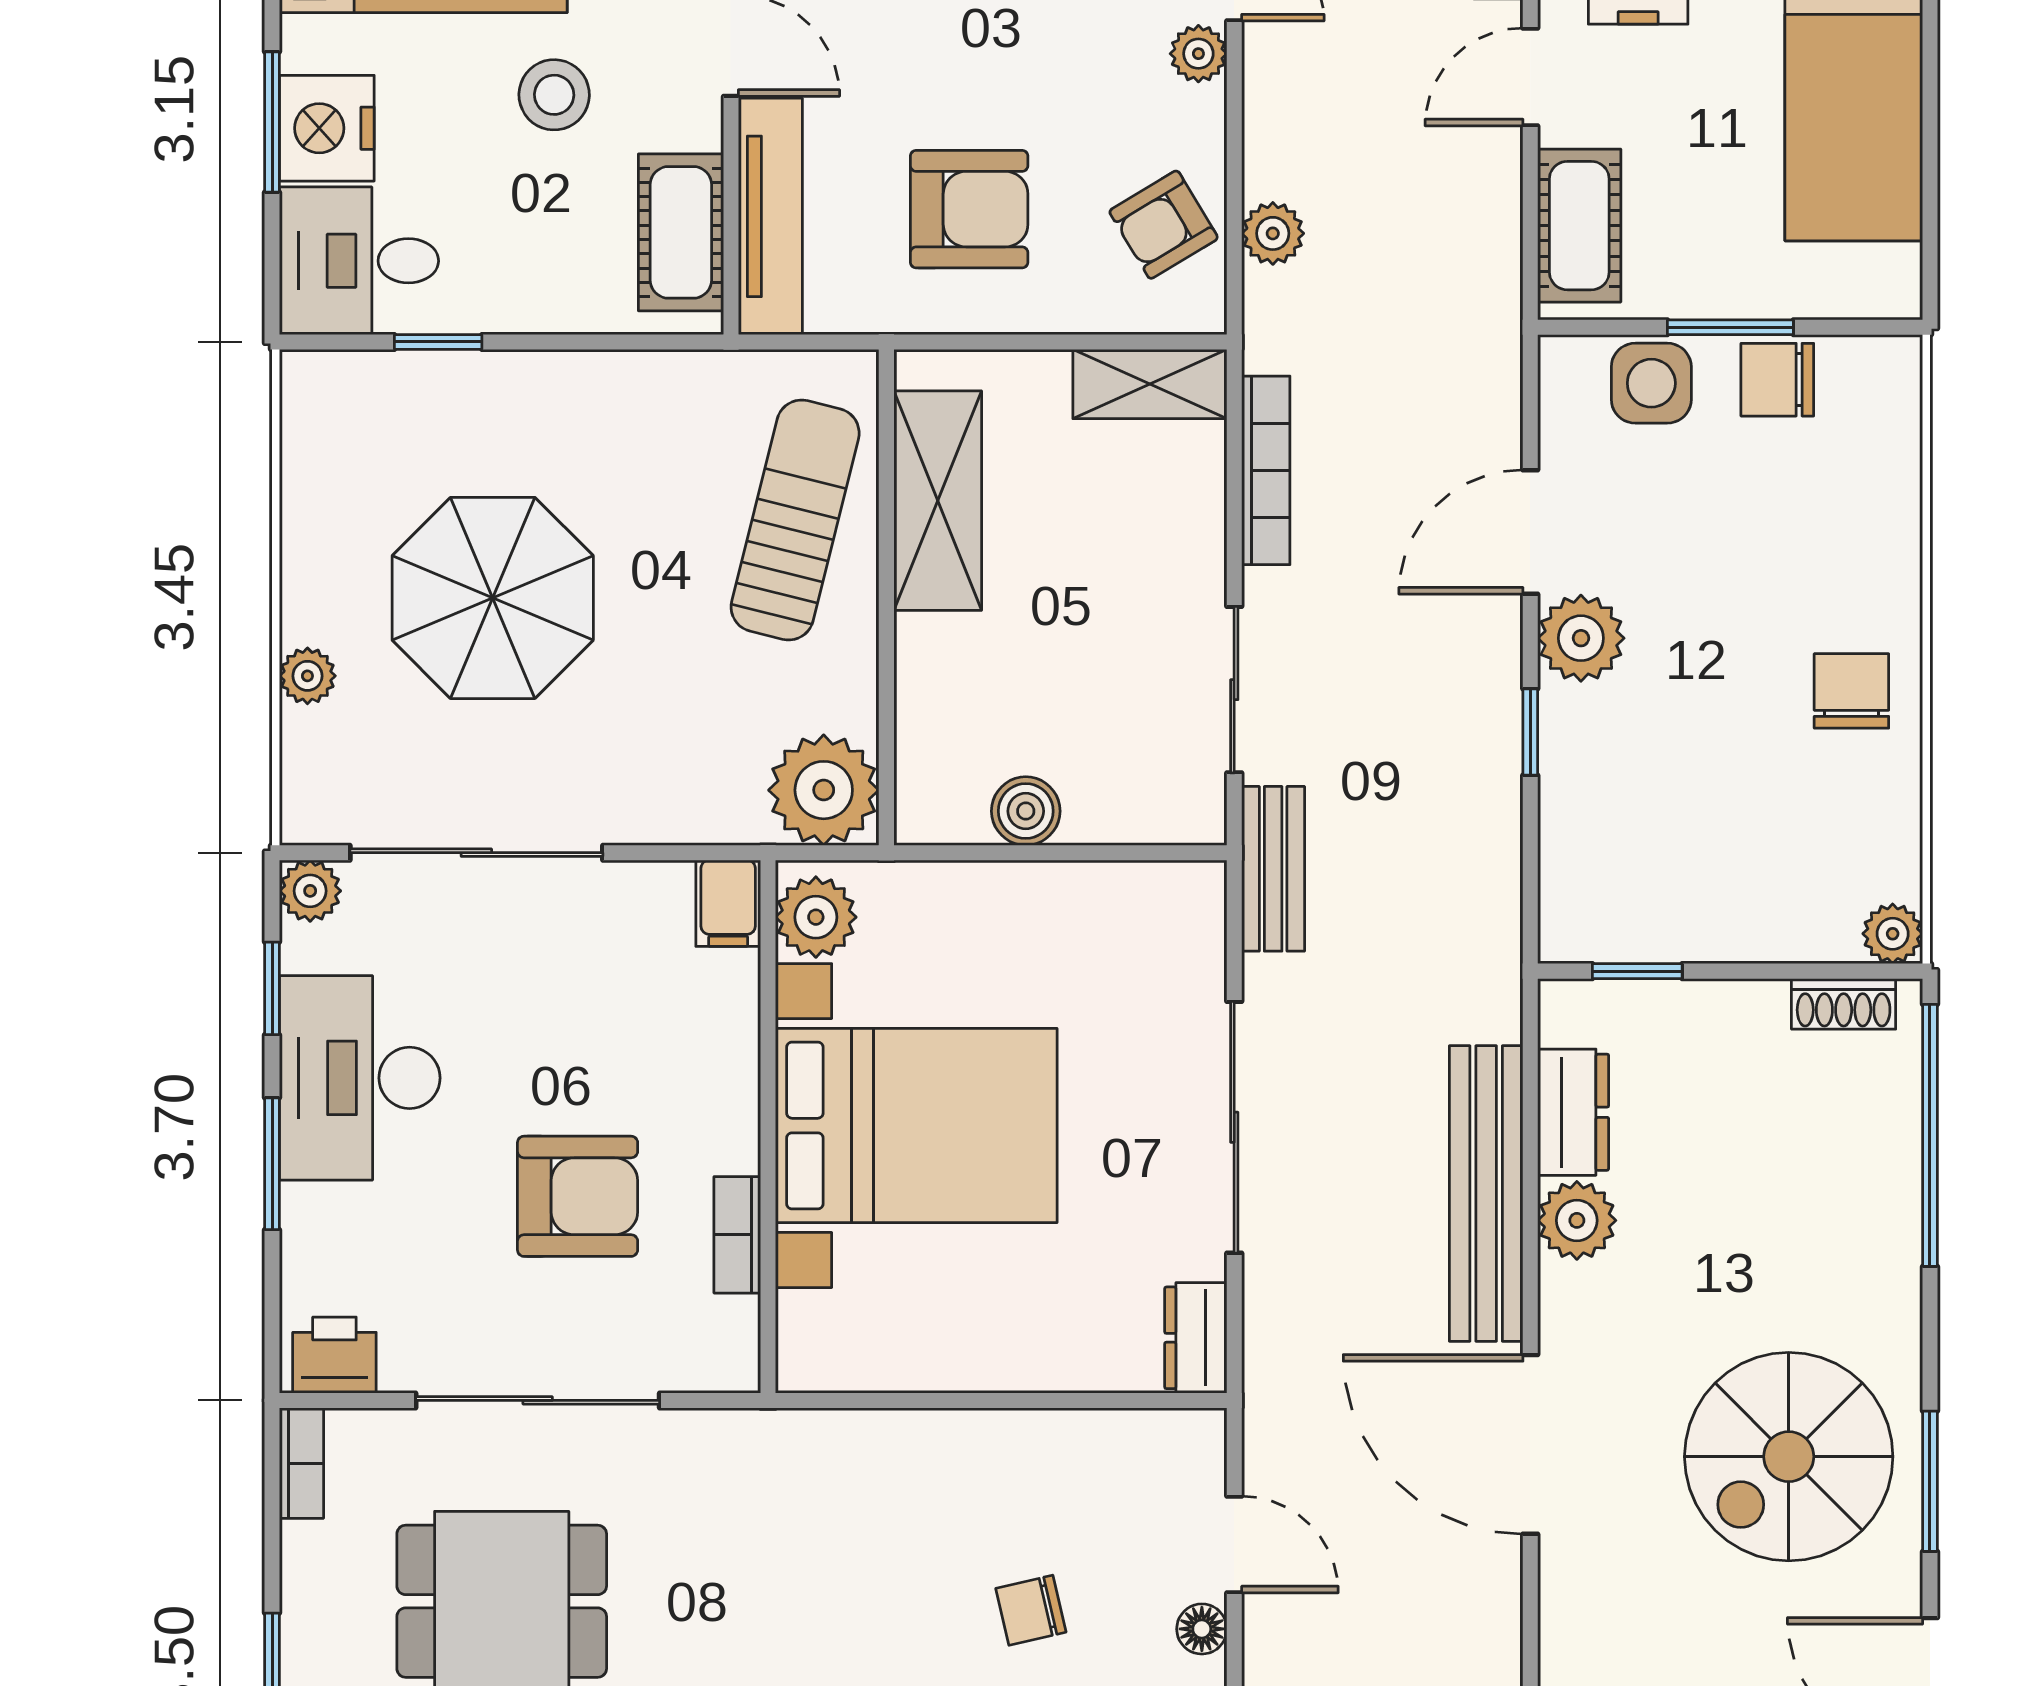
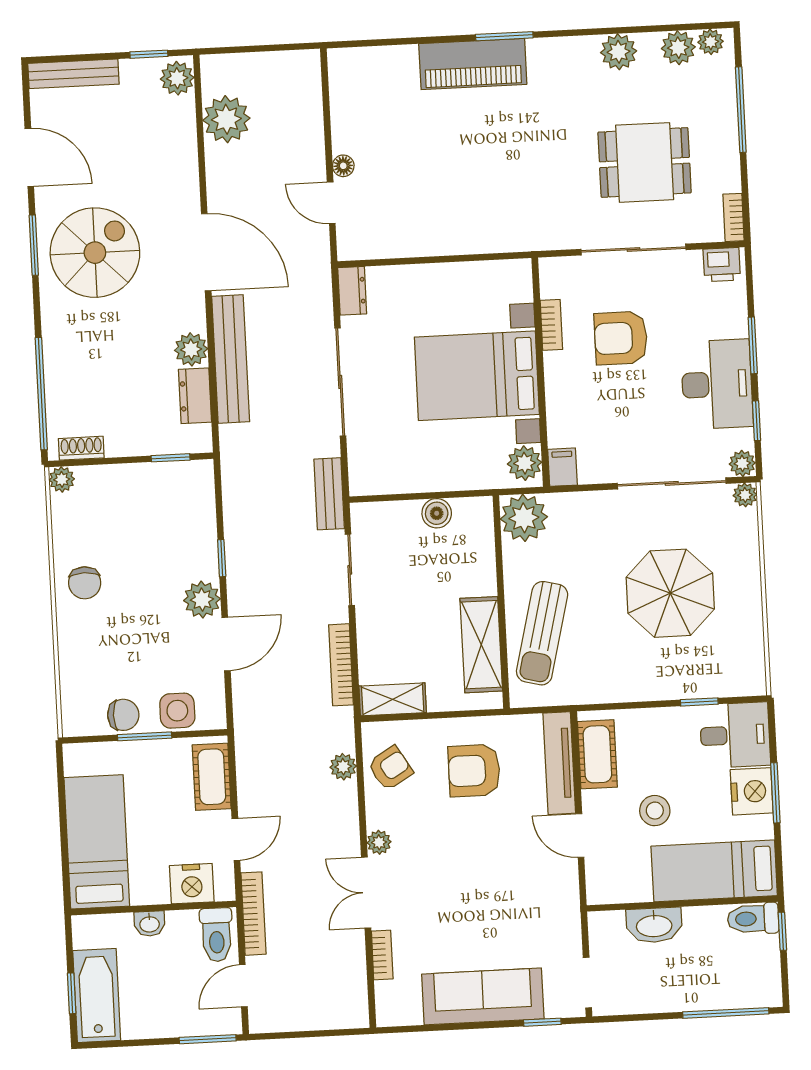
plant: (307, 676) -> (745, 495), moved
chair: (1031, 1610) -> (417, 170), removed

